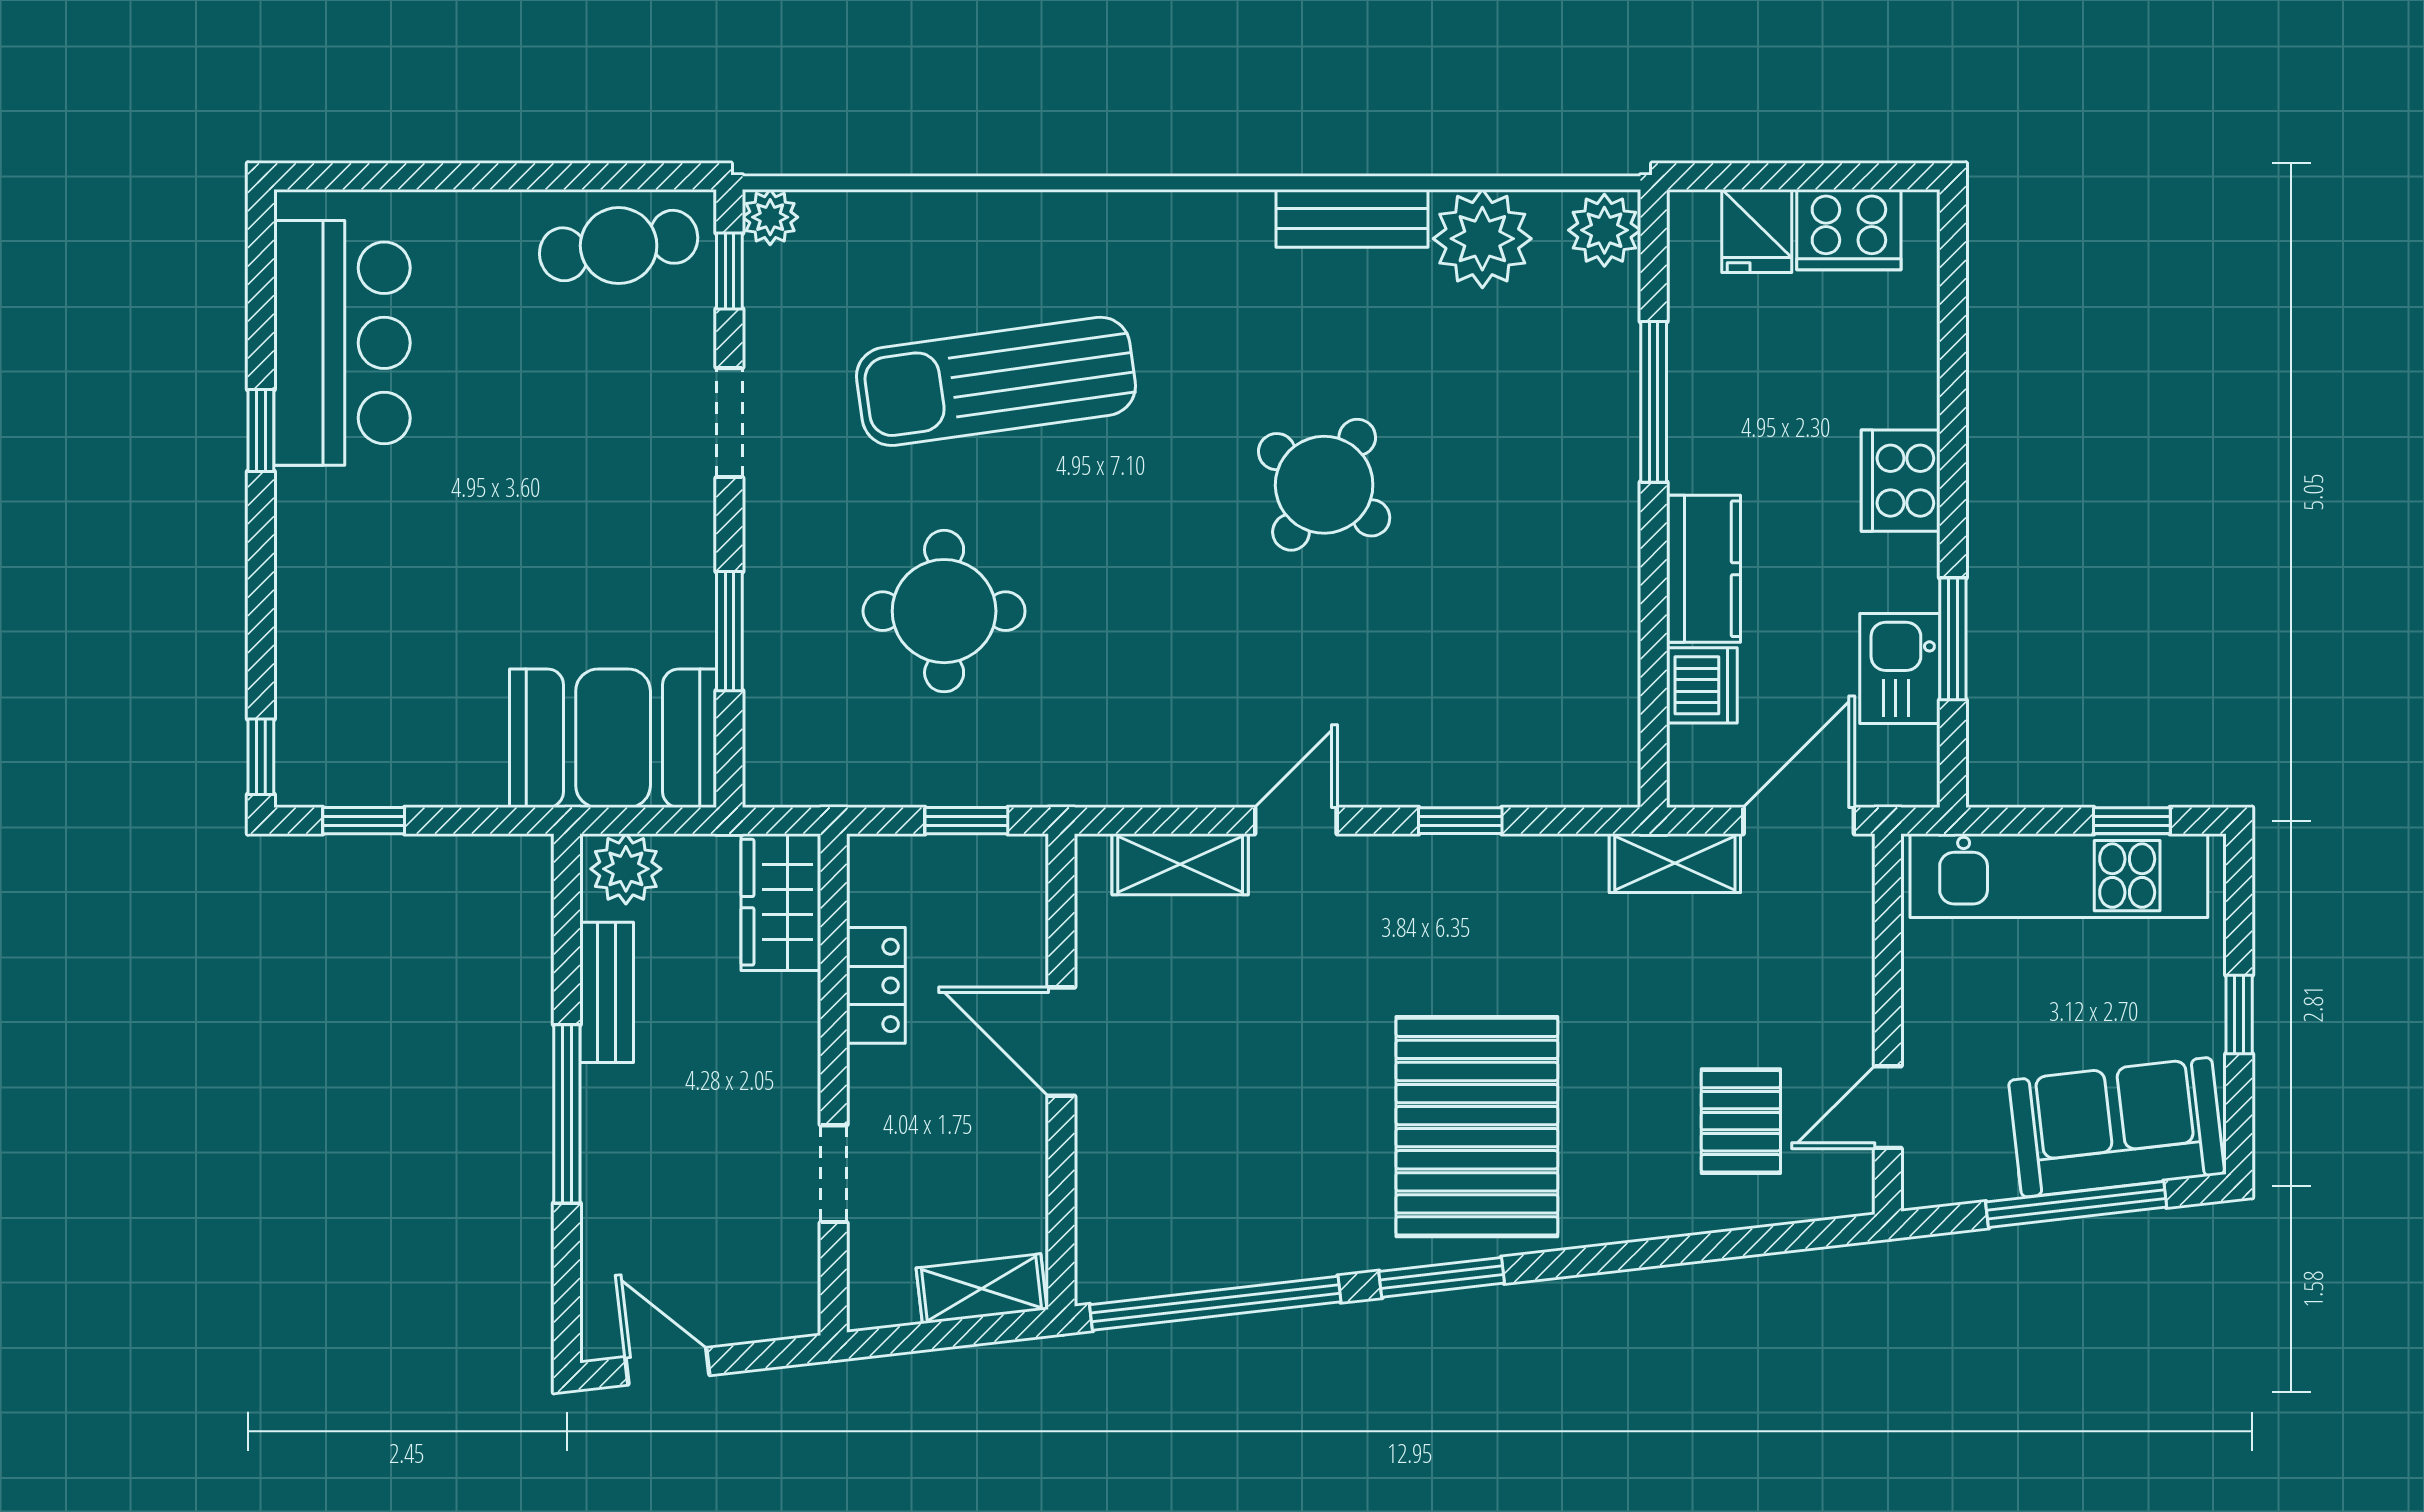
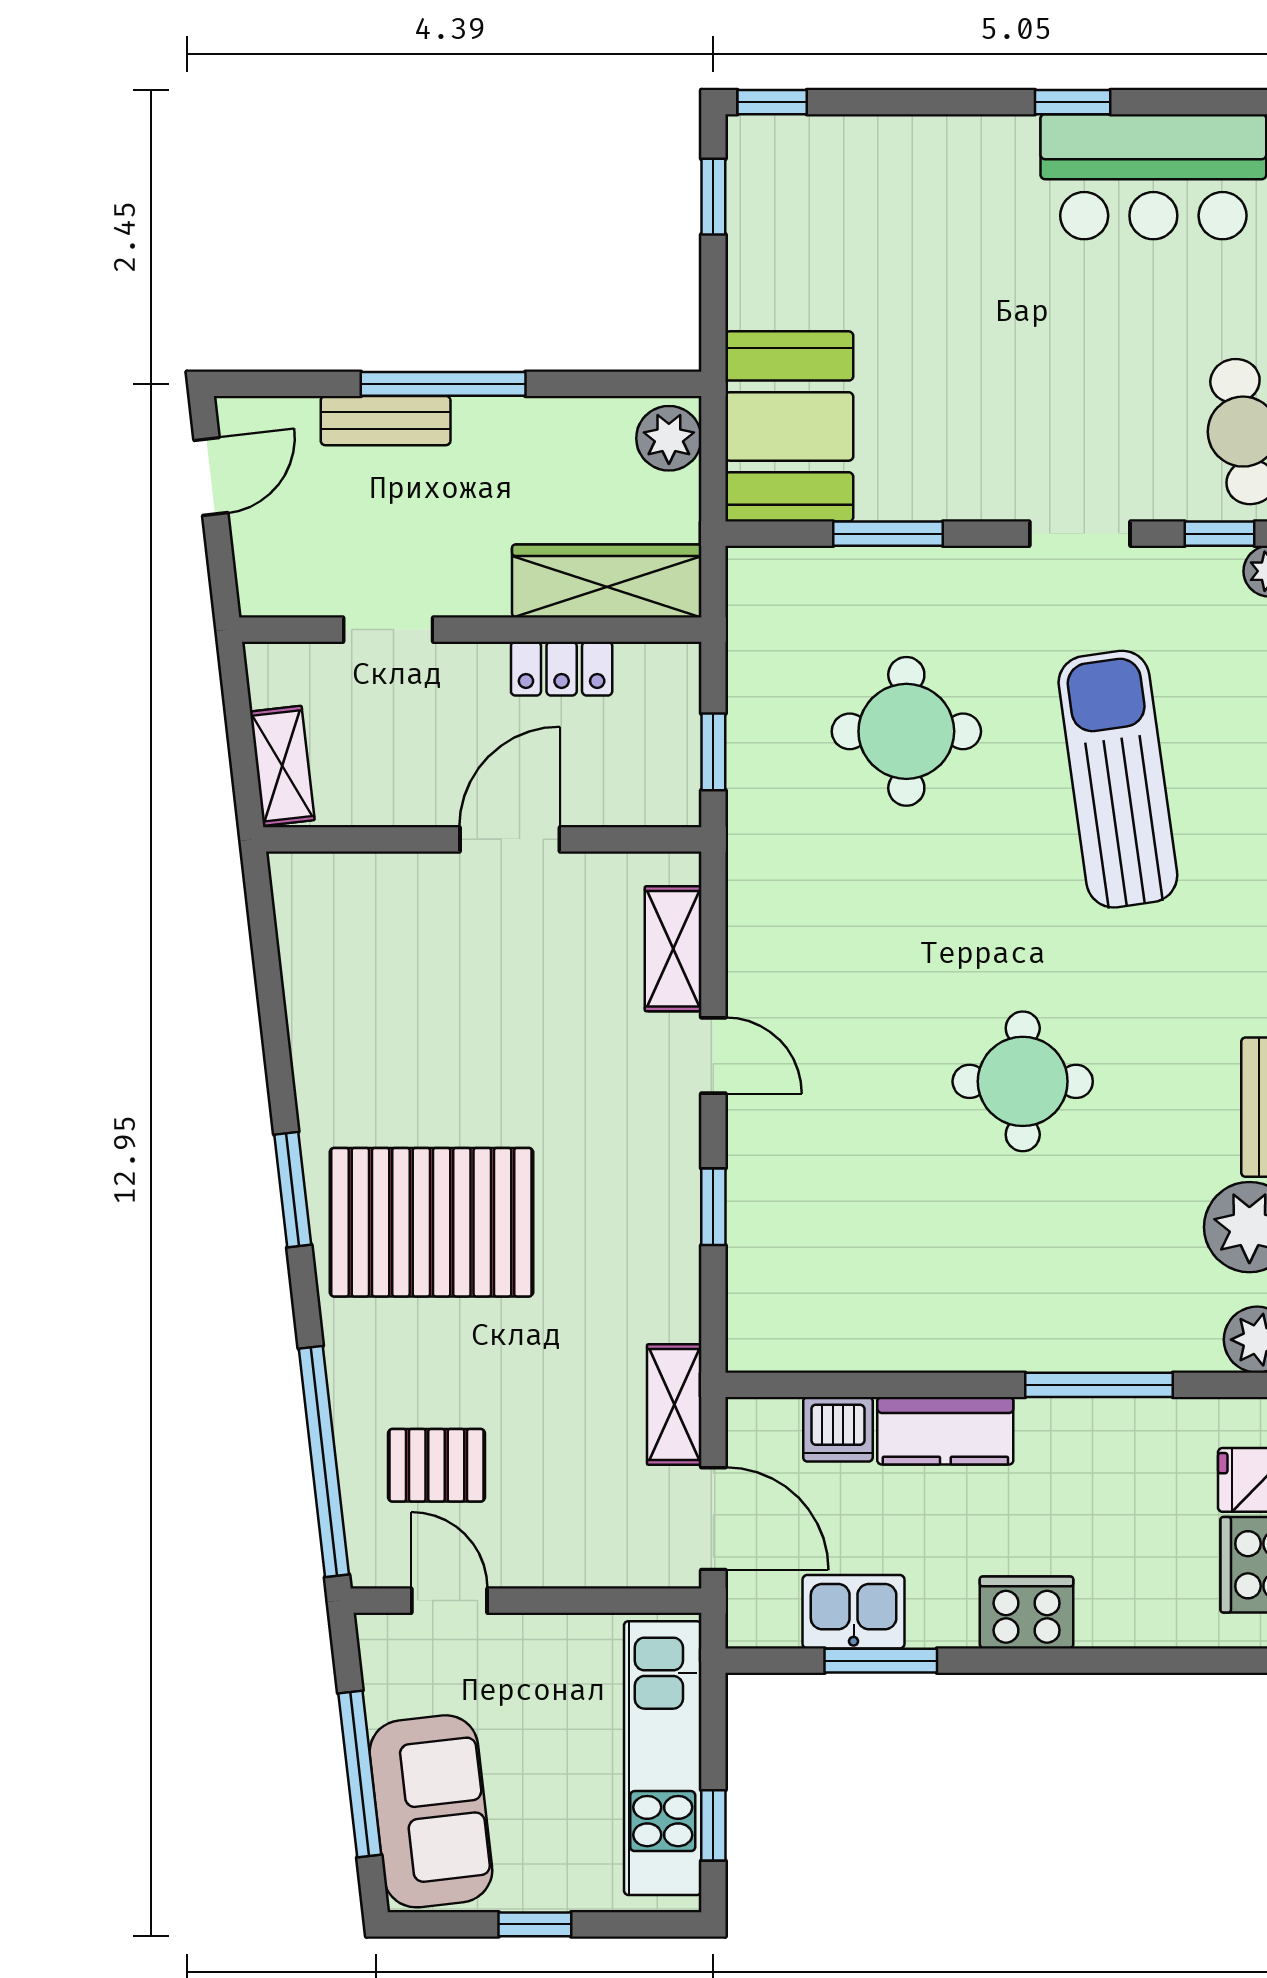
round table: (1324, 485) -> (1023, 1081), turned -35
wardrobe: (781, 902) -> (607, 581), width x1.50
bench: (607, 992) -> (386, 421), moved
window: (1215, 1303) -> (324, 1462), moved

